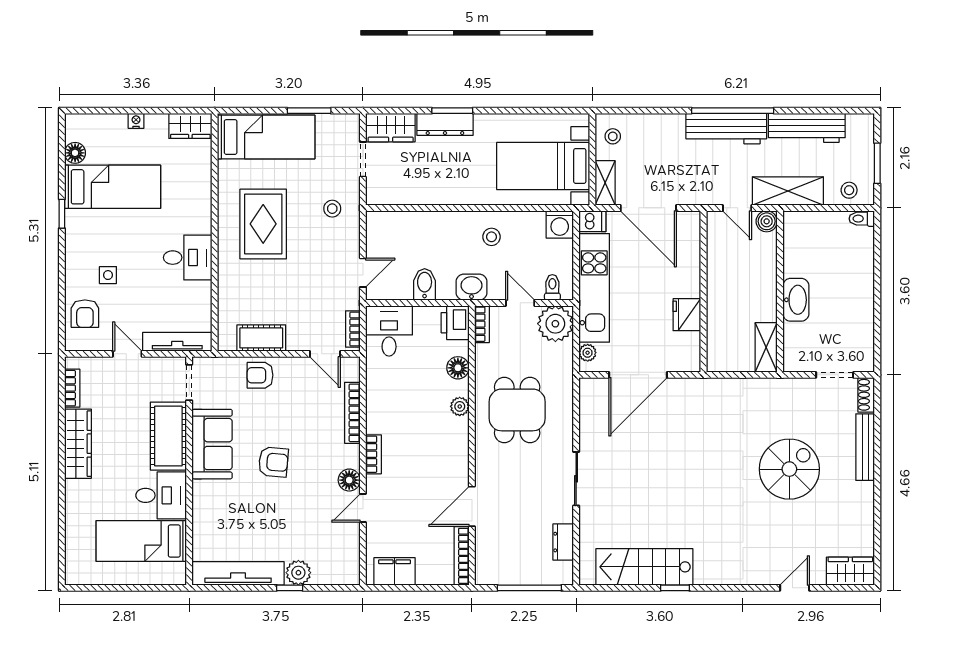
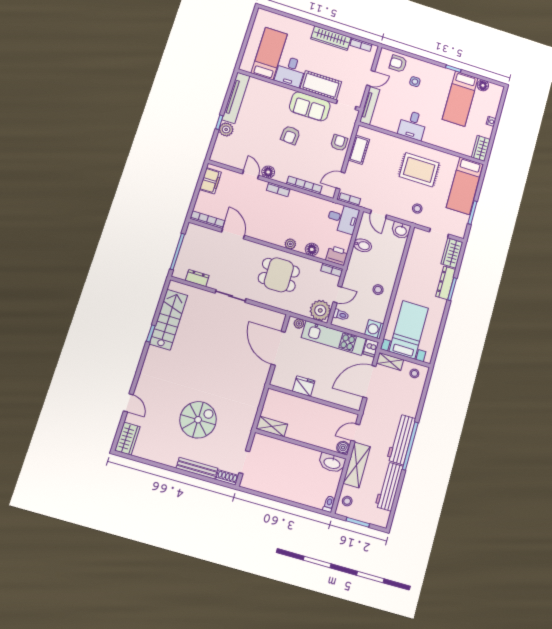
washbasin: (472, 287) -> (401, 230), moved, turned 90
washbasin: (796, 300) -> (332, 463), moved
spiral stairs: (789, 469) -> (198, 420), turned -90

